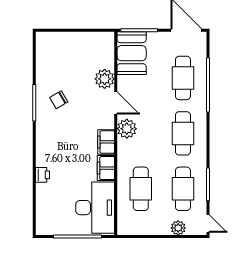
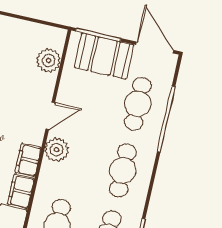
booth: (132, 53) -> (104, 56), moved, turned 90
plant: (105, 79) -> (49, 60), moved
door: (116, 103) -> (50, 116), hinge flipped

